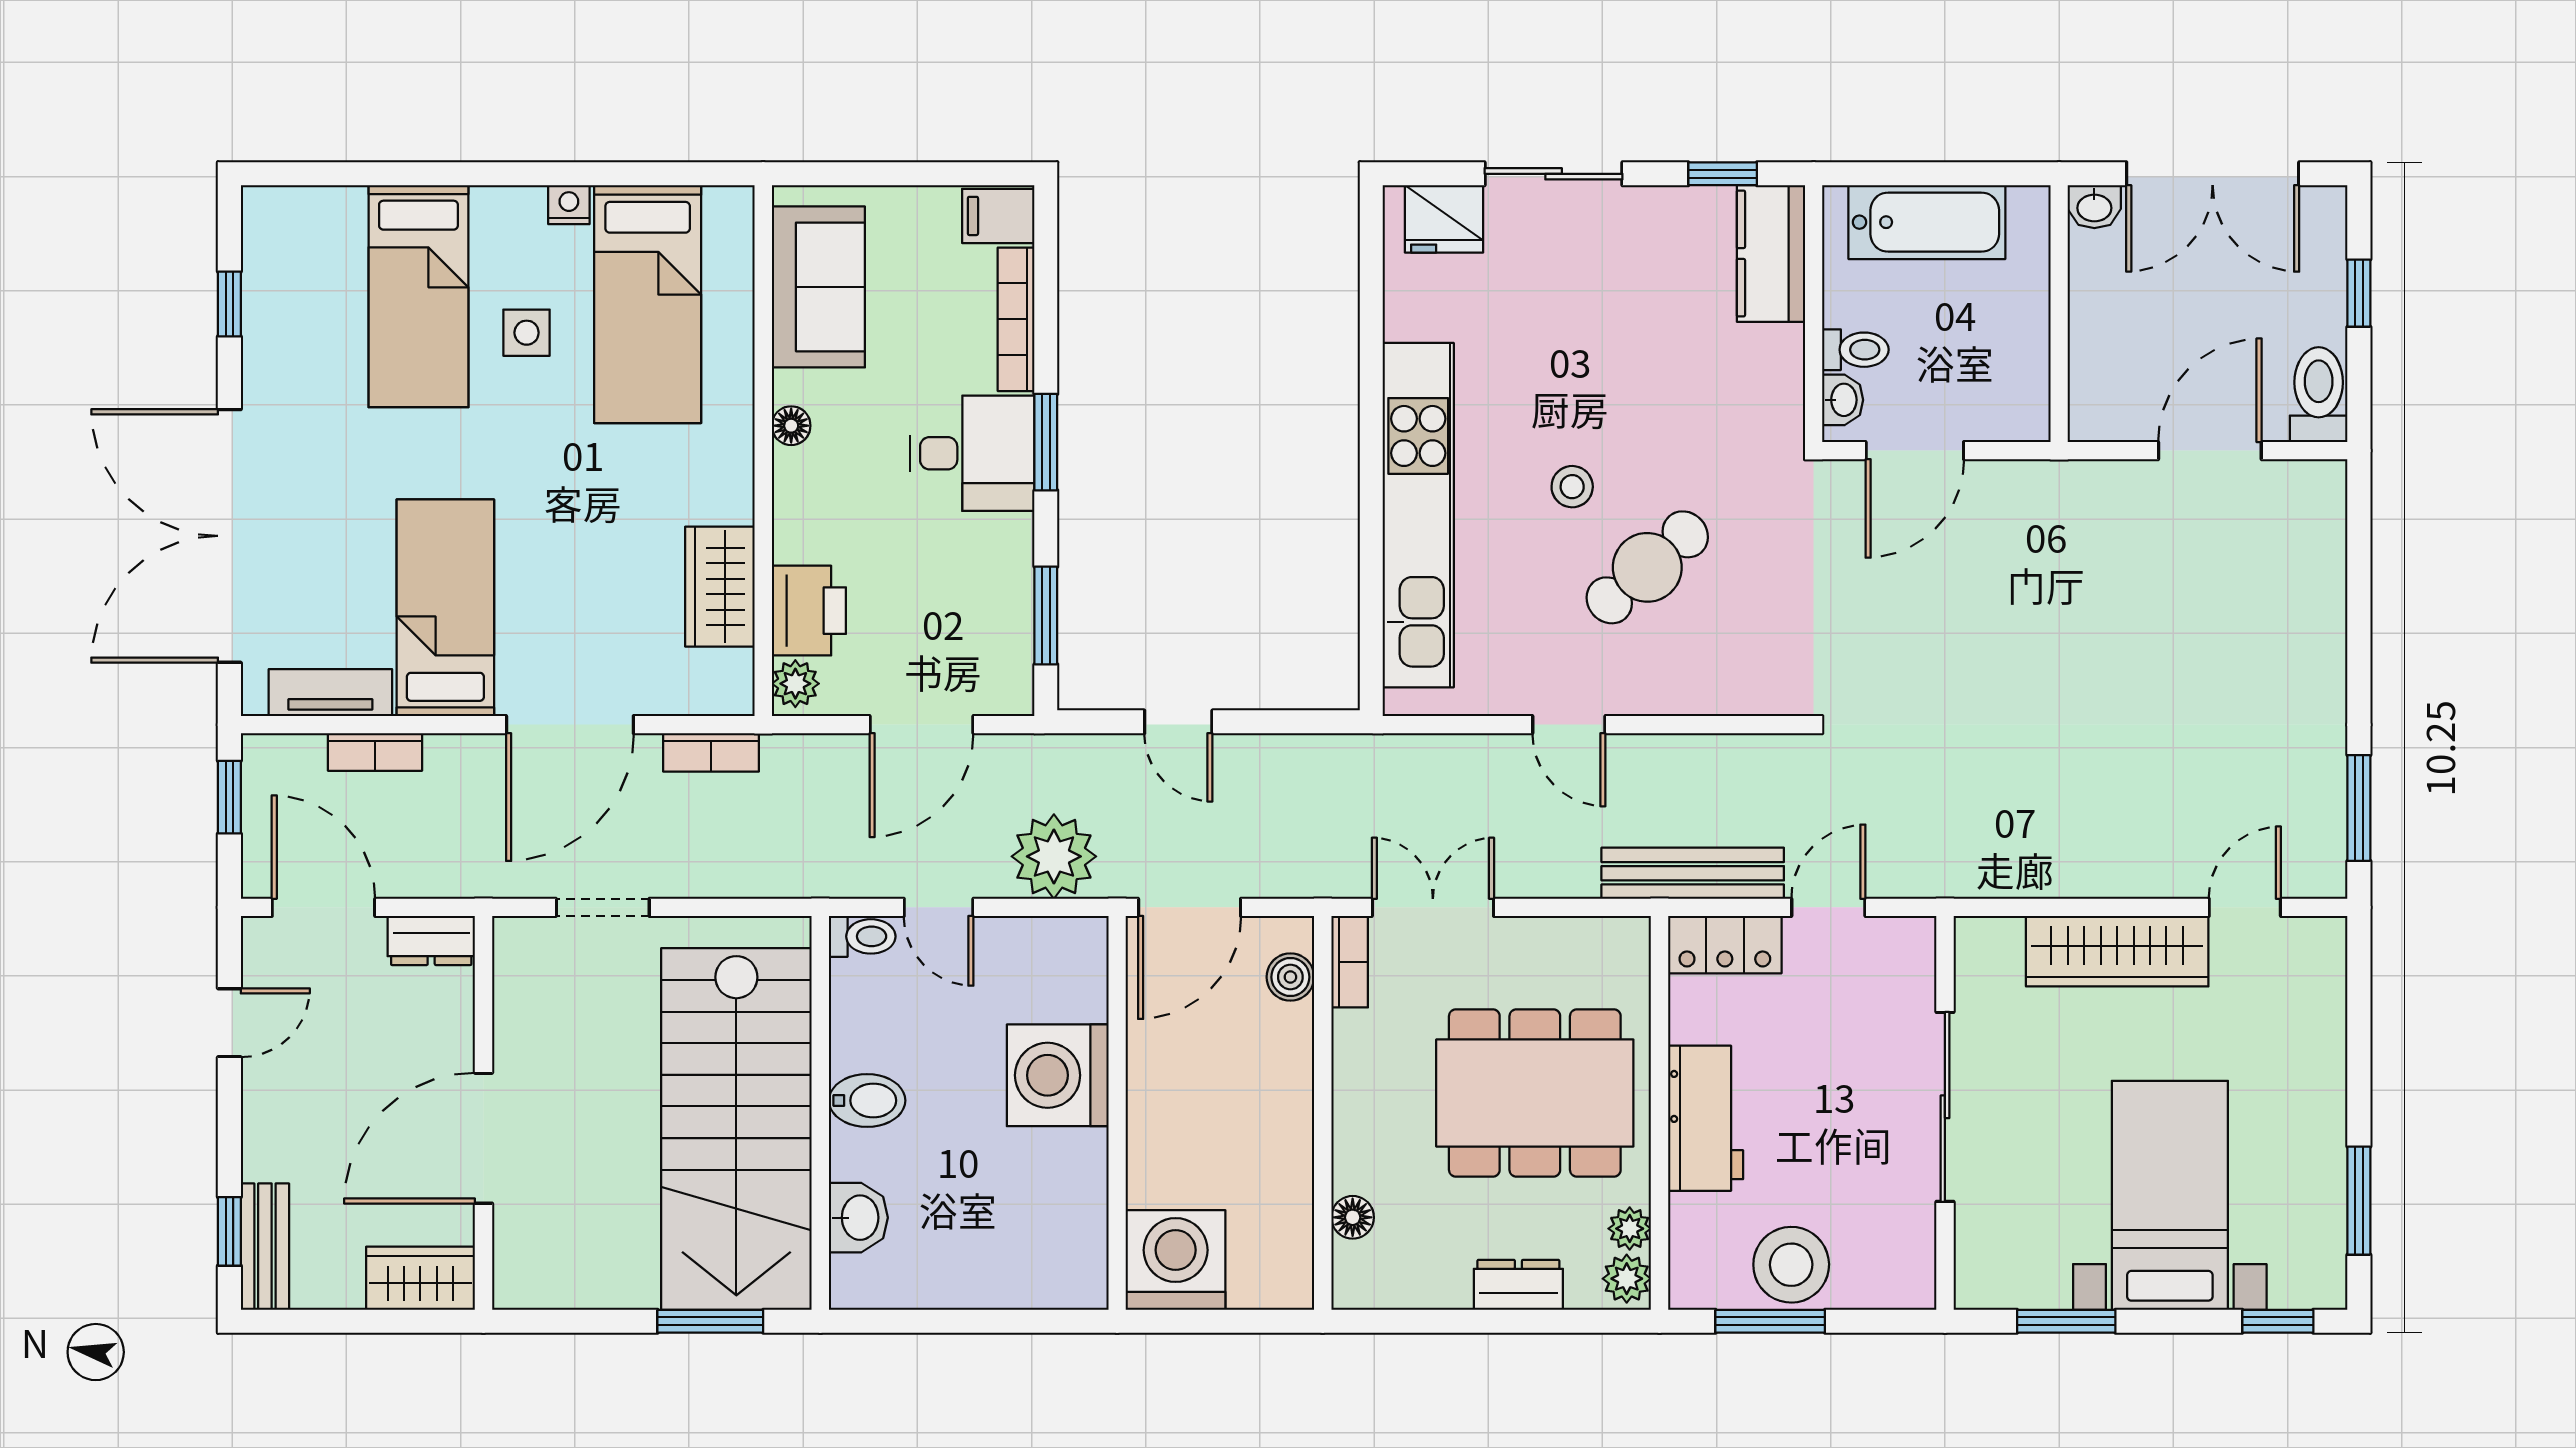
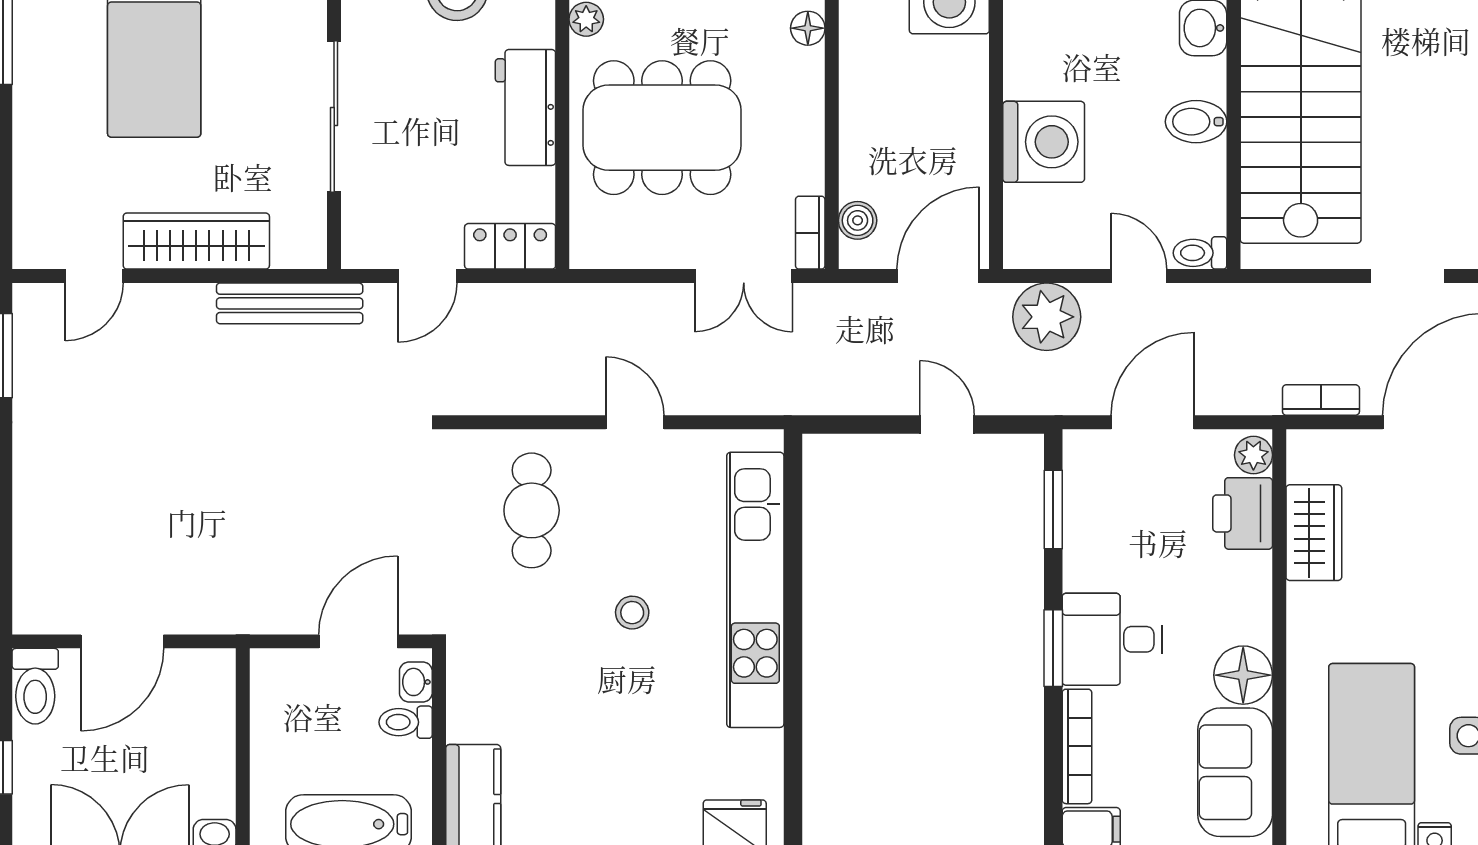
floor lamp: (791, 426) -> (1243, 675), width x1.89, depth x1.89
cafe table: (1647, 567) -> (532, 510), moved, turned -49
bench: (1693, 873) -> (290, 303), moved

